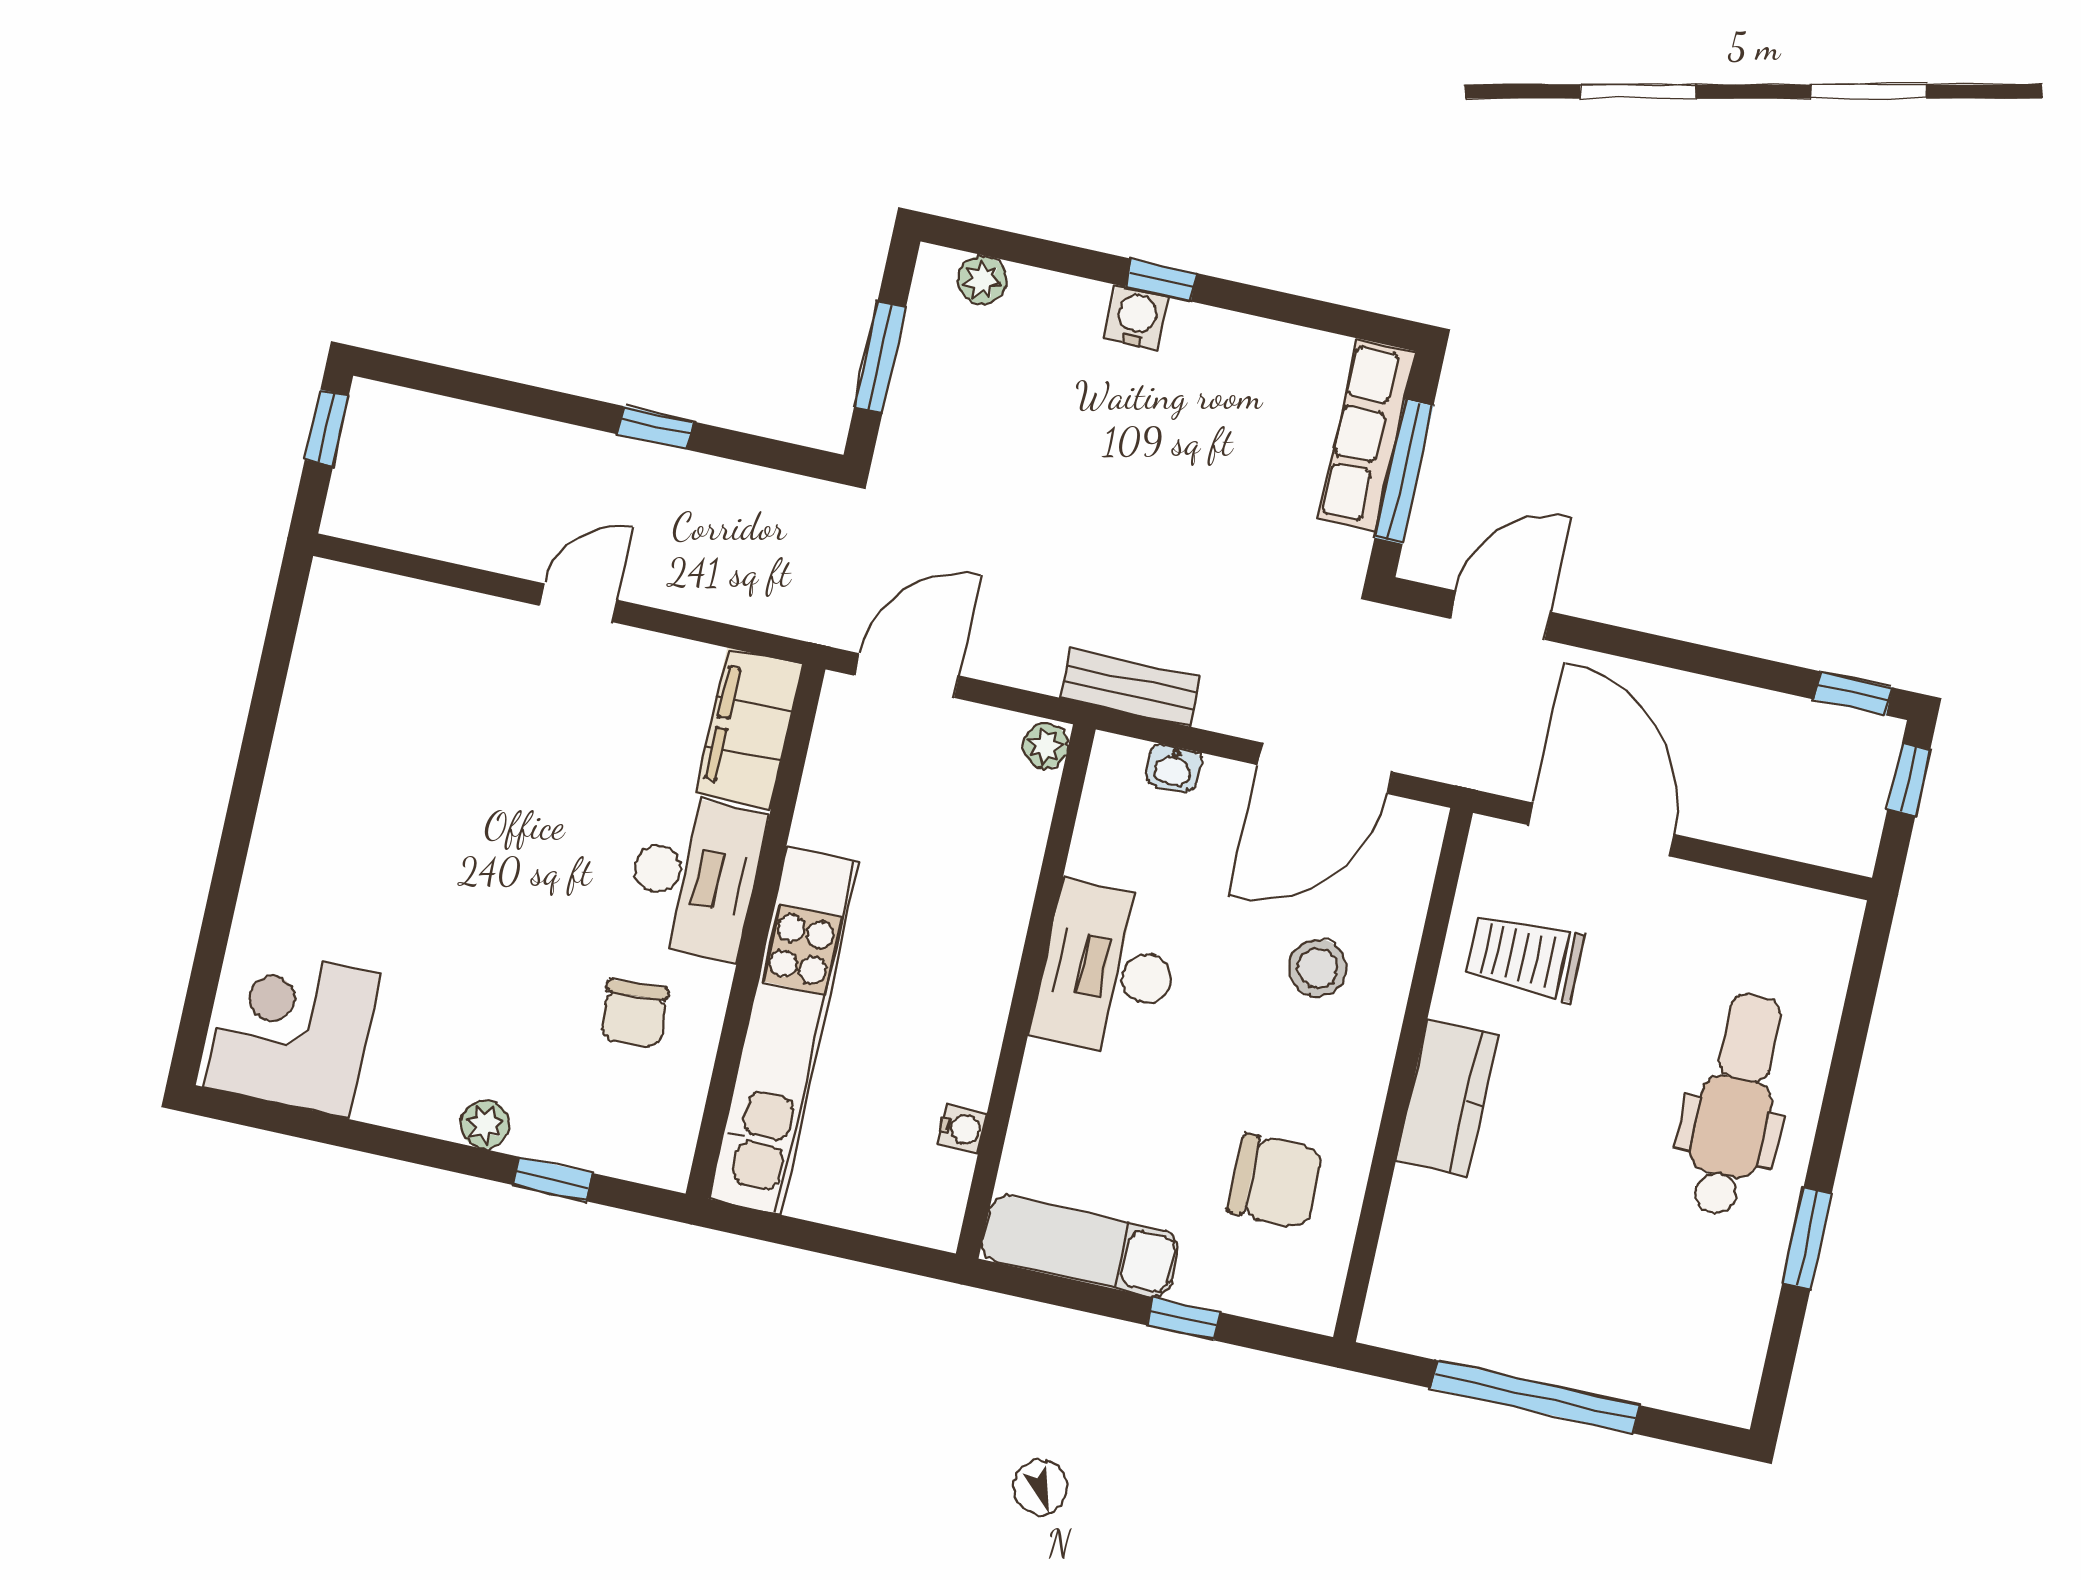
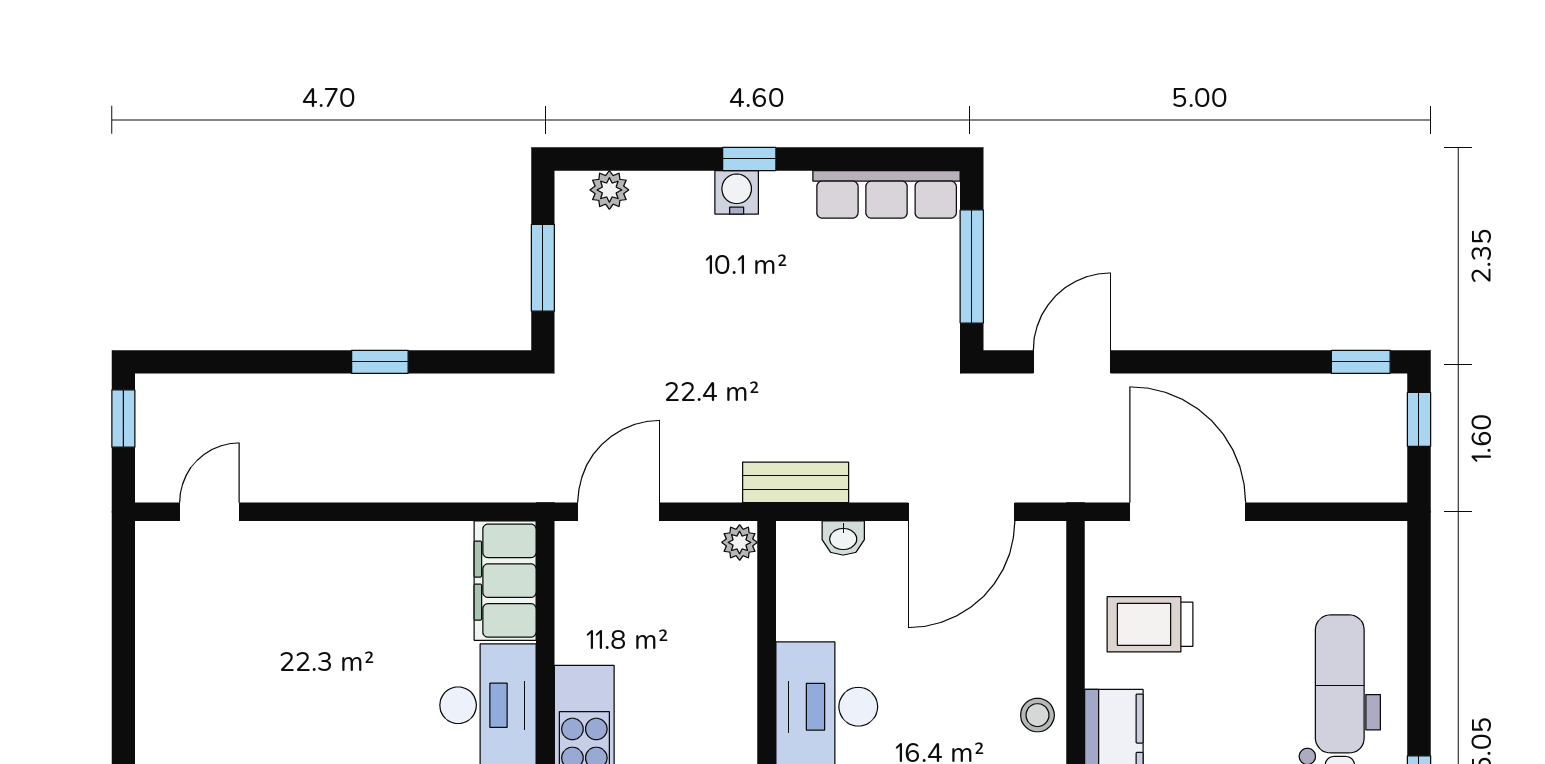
row of seats: (1367, 435) -> (887, 194), moved, turned -90
door: (578, 603) -> (209, 512), moved
stool: (1318, 968) -> (1037, 715), moved, width x0.73, depth x0.73

